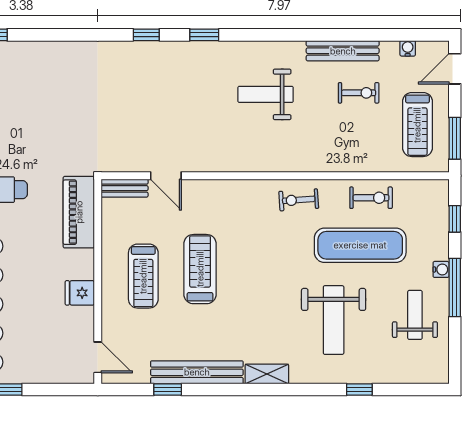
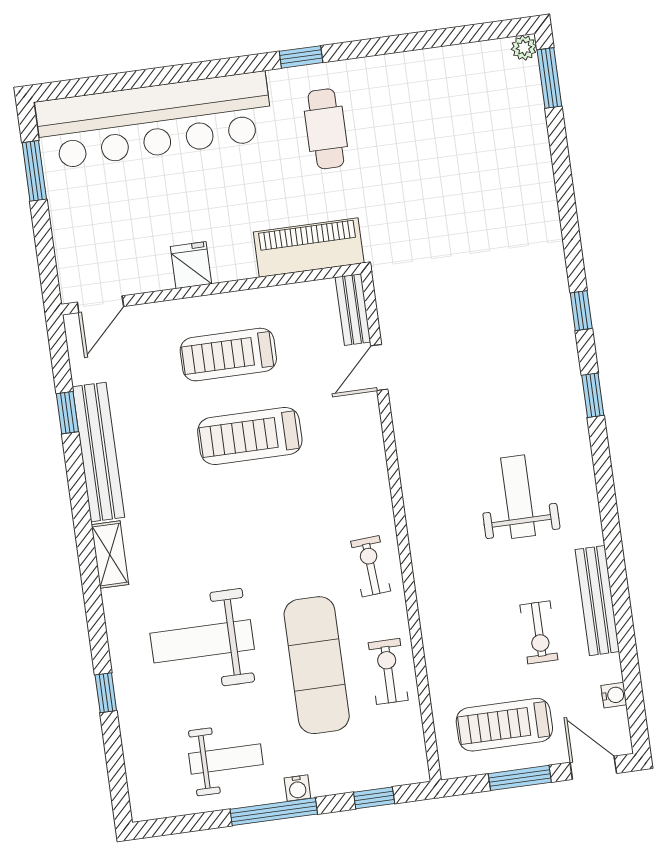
window: (455, 138) -> (520, 778), moved
exercise bike: (371, 198) -> (388, 671), turned 180
treadmill: (200, 269) -> (250, 436), turned 180

